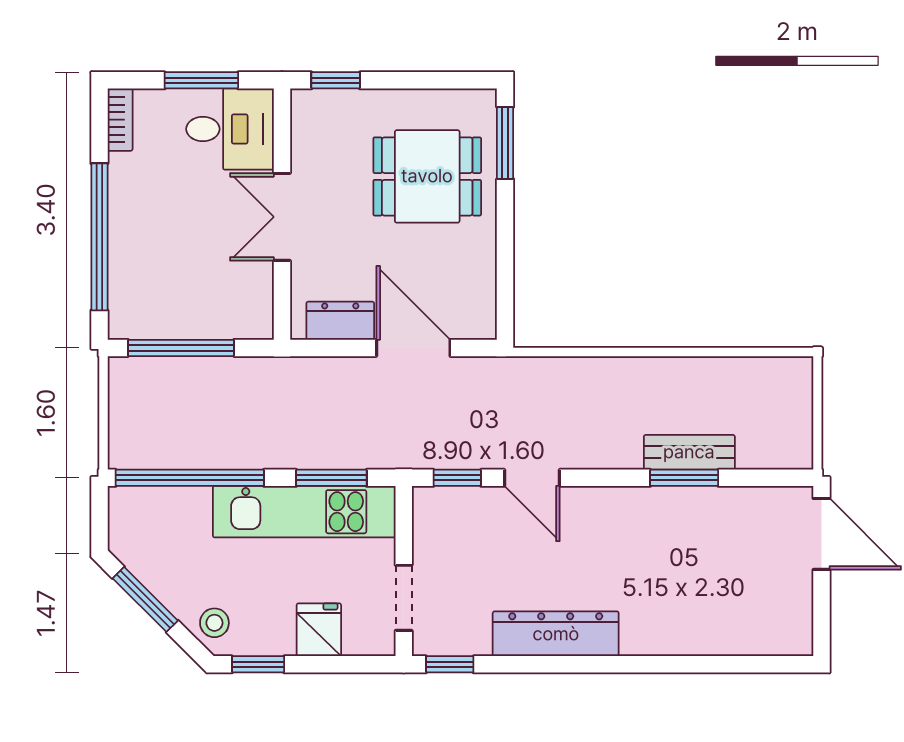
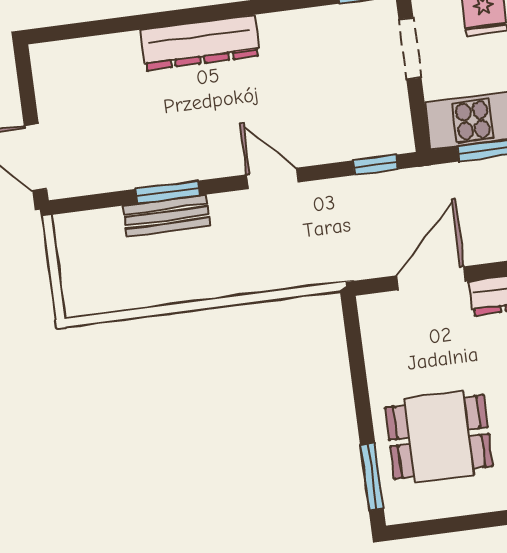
door: (413, 348) -> (431, 278), swing flipped
door: (532, 478) -> (273, 178), moved
dresser: (556, 634) -> (200, 43), moved

